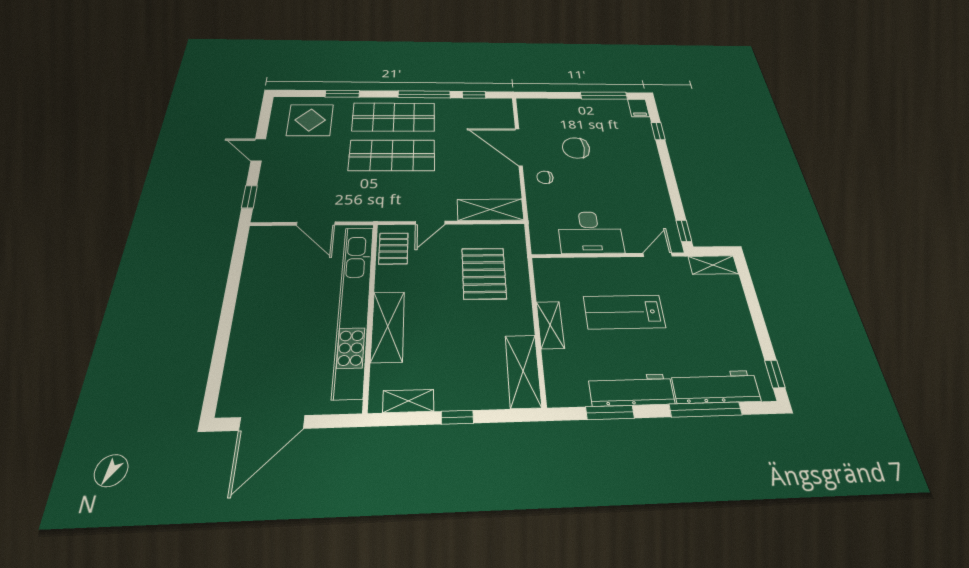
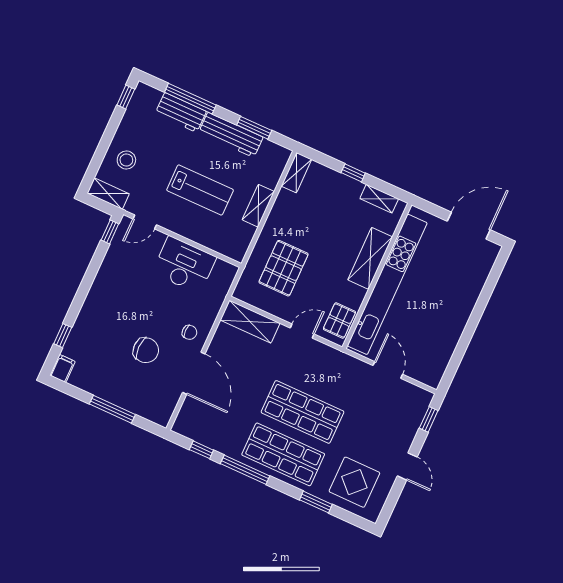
window: (604, 96) -> (112, 409), moved
stool: (721, 306) -> (126, 160), added
shelving: (523, 371) -> (296, 173), width x0.67, depth x0.75
workbench: (716, 387) -> (181, 112), width x0.73

